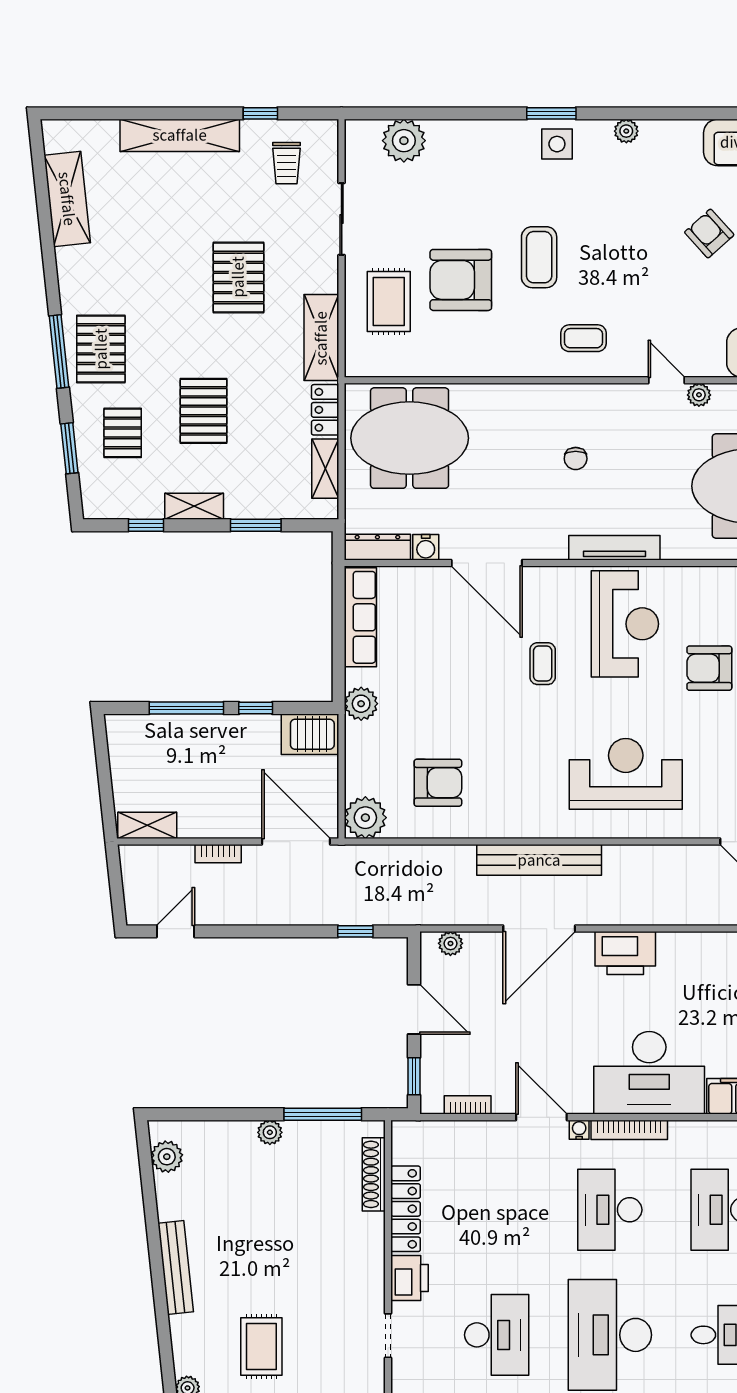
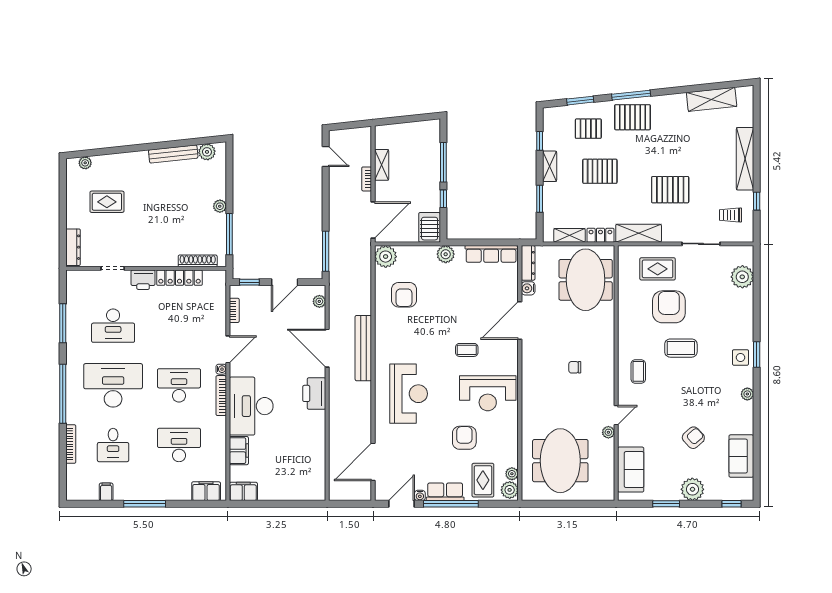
tv unit: (614, 548) -> (528, 388), removed
shelving: (147, 825) -> (382, 165), moved
window: (355, 931) -> (326, 251), width x2.17
bench: (176, 1268) -> (173, 154), moved

